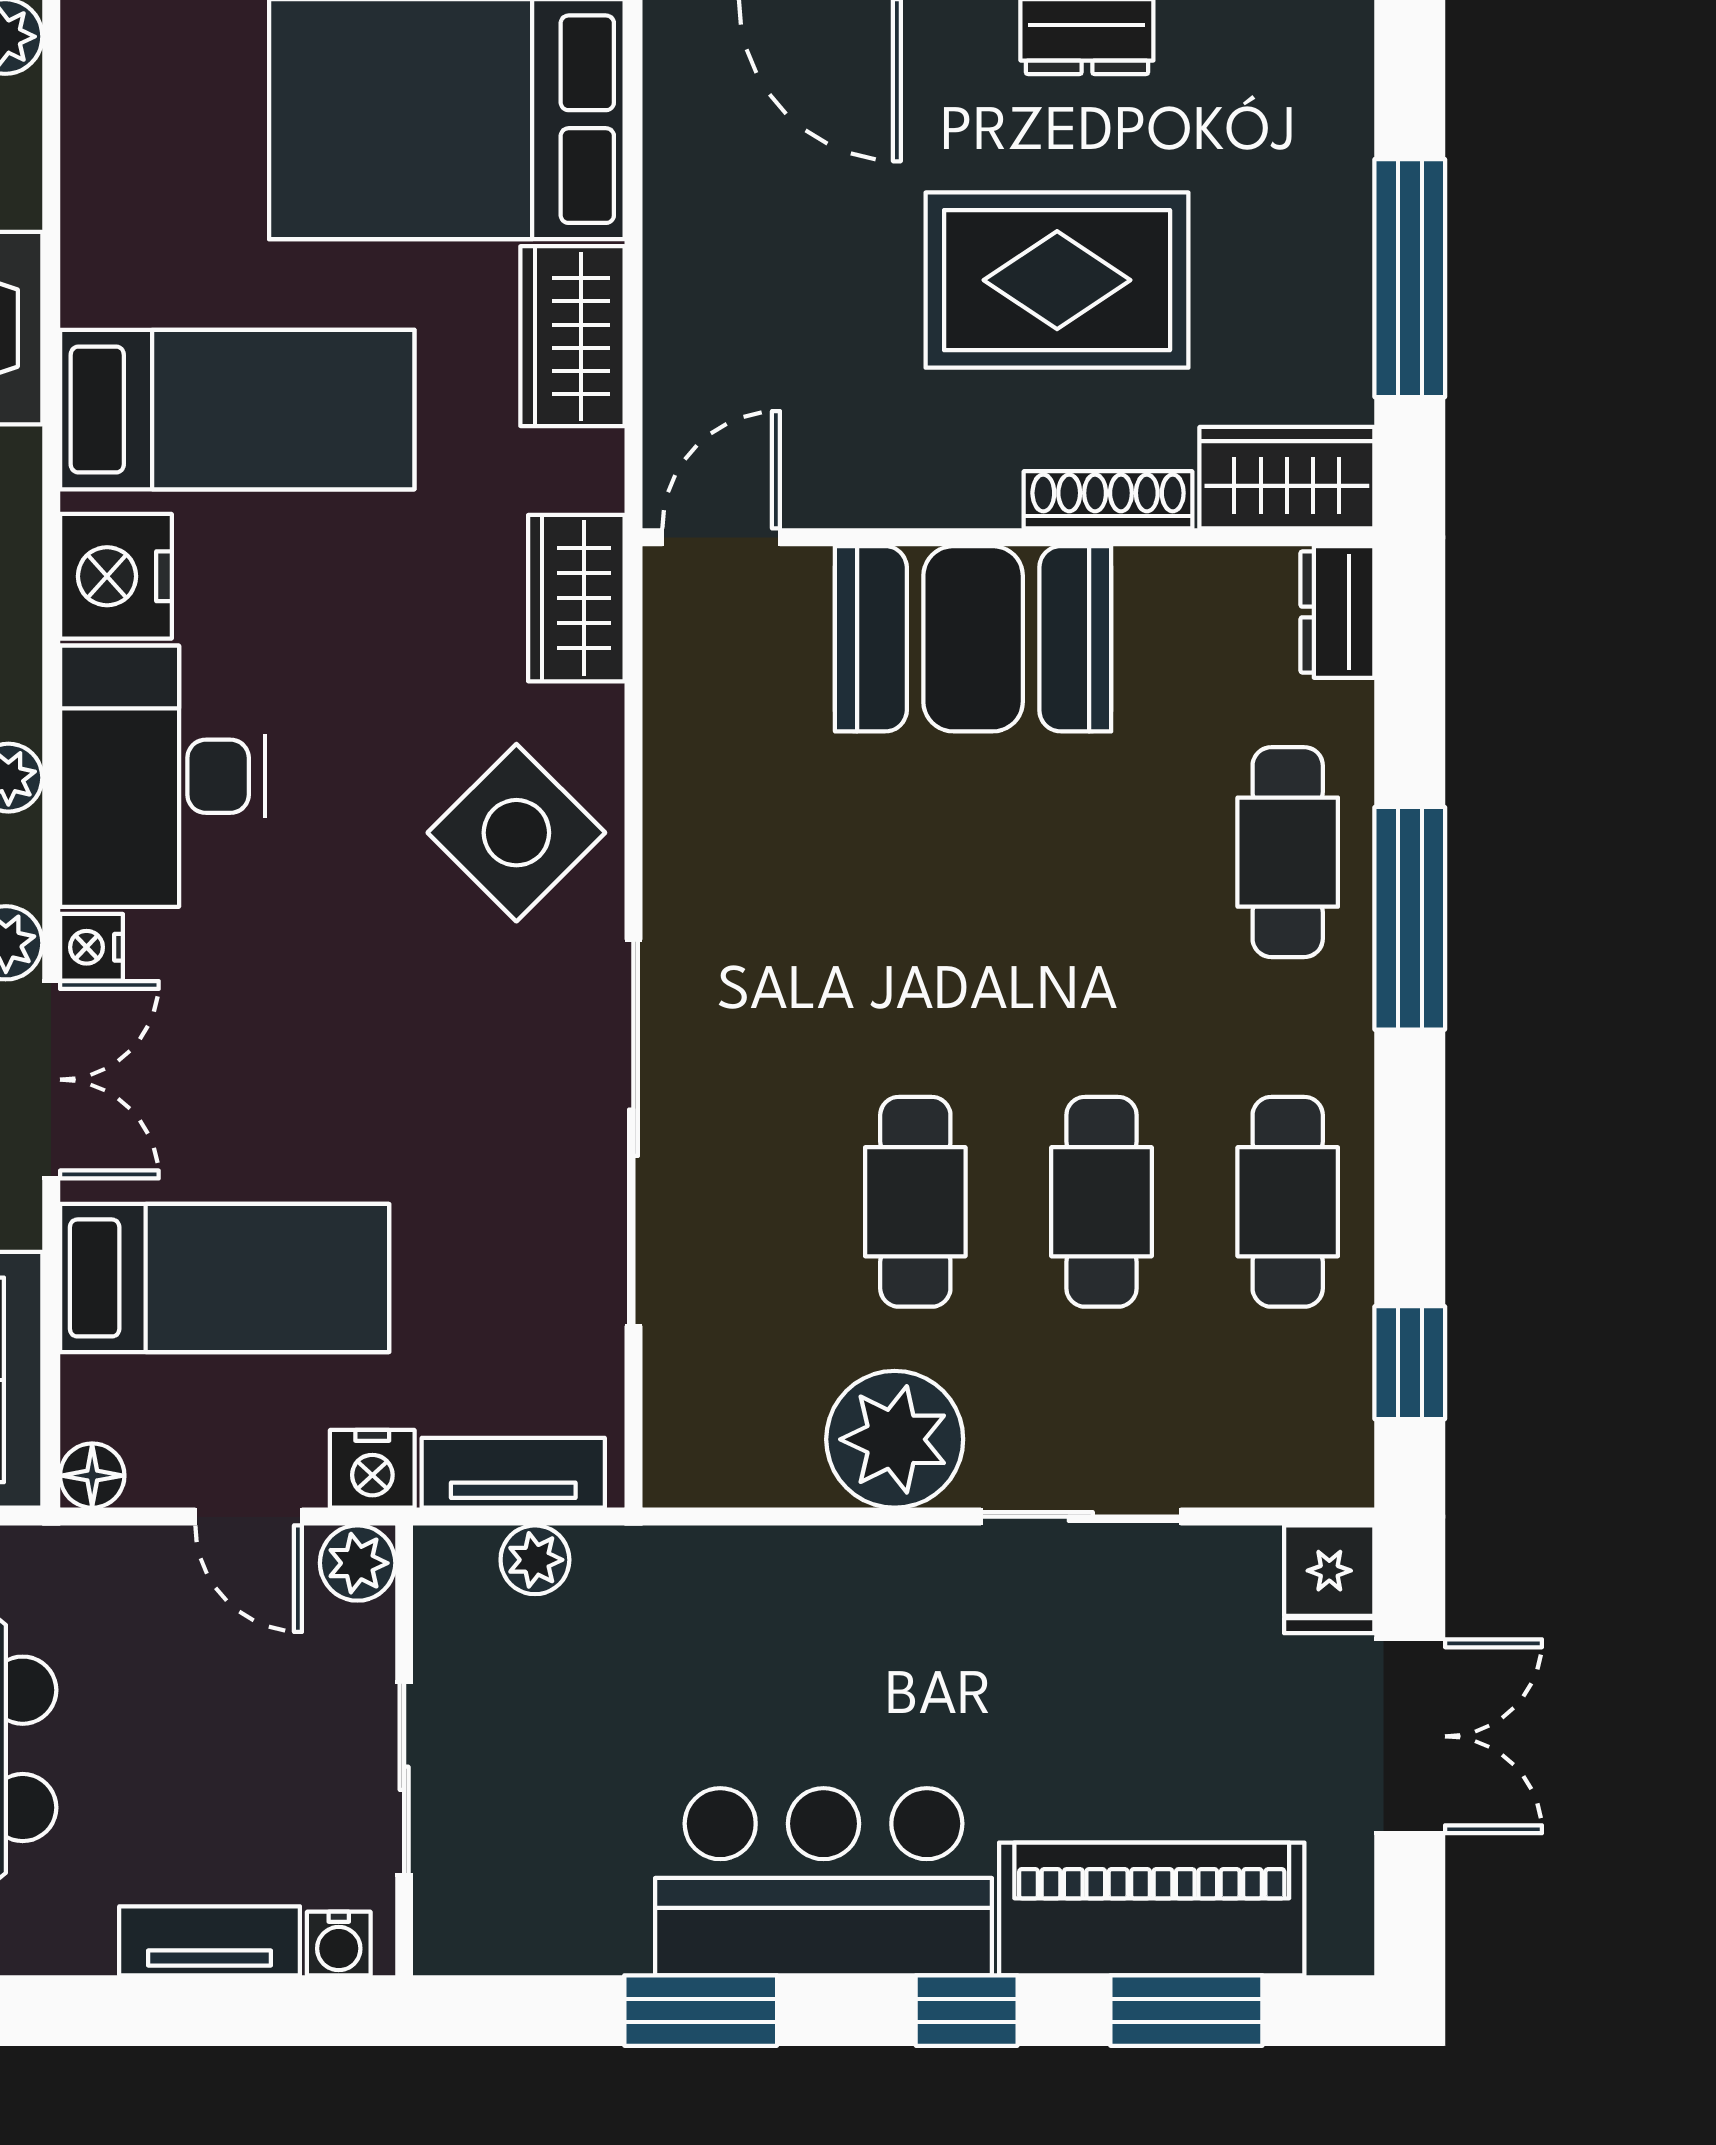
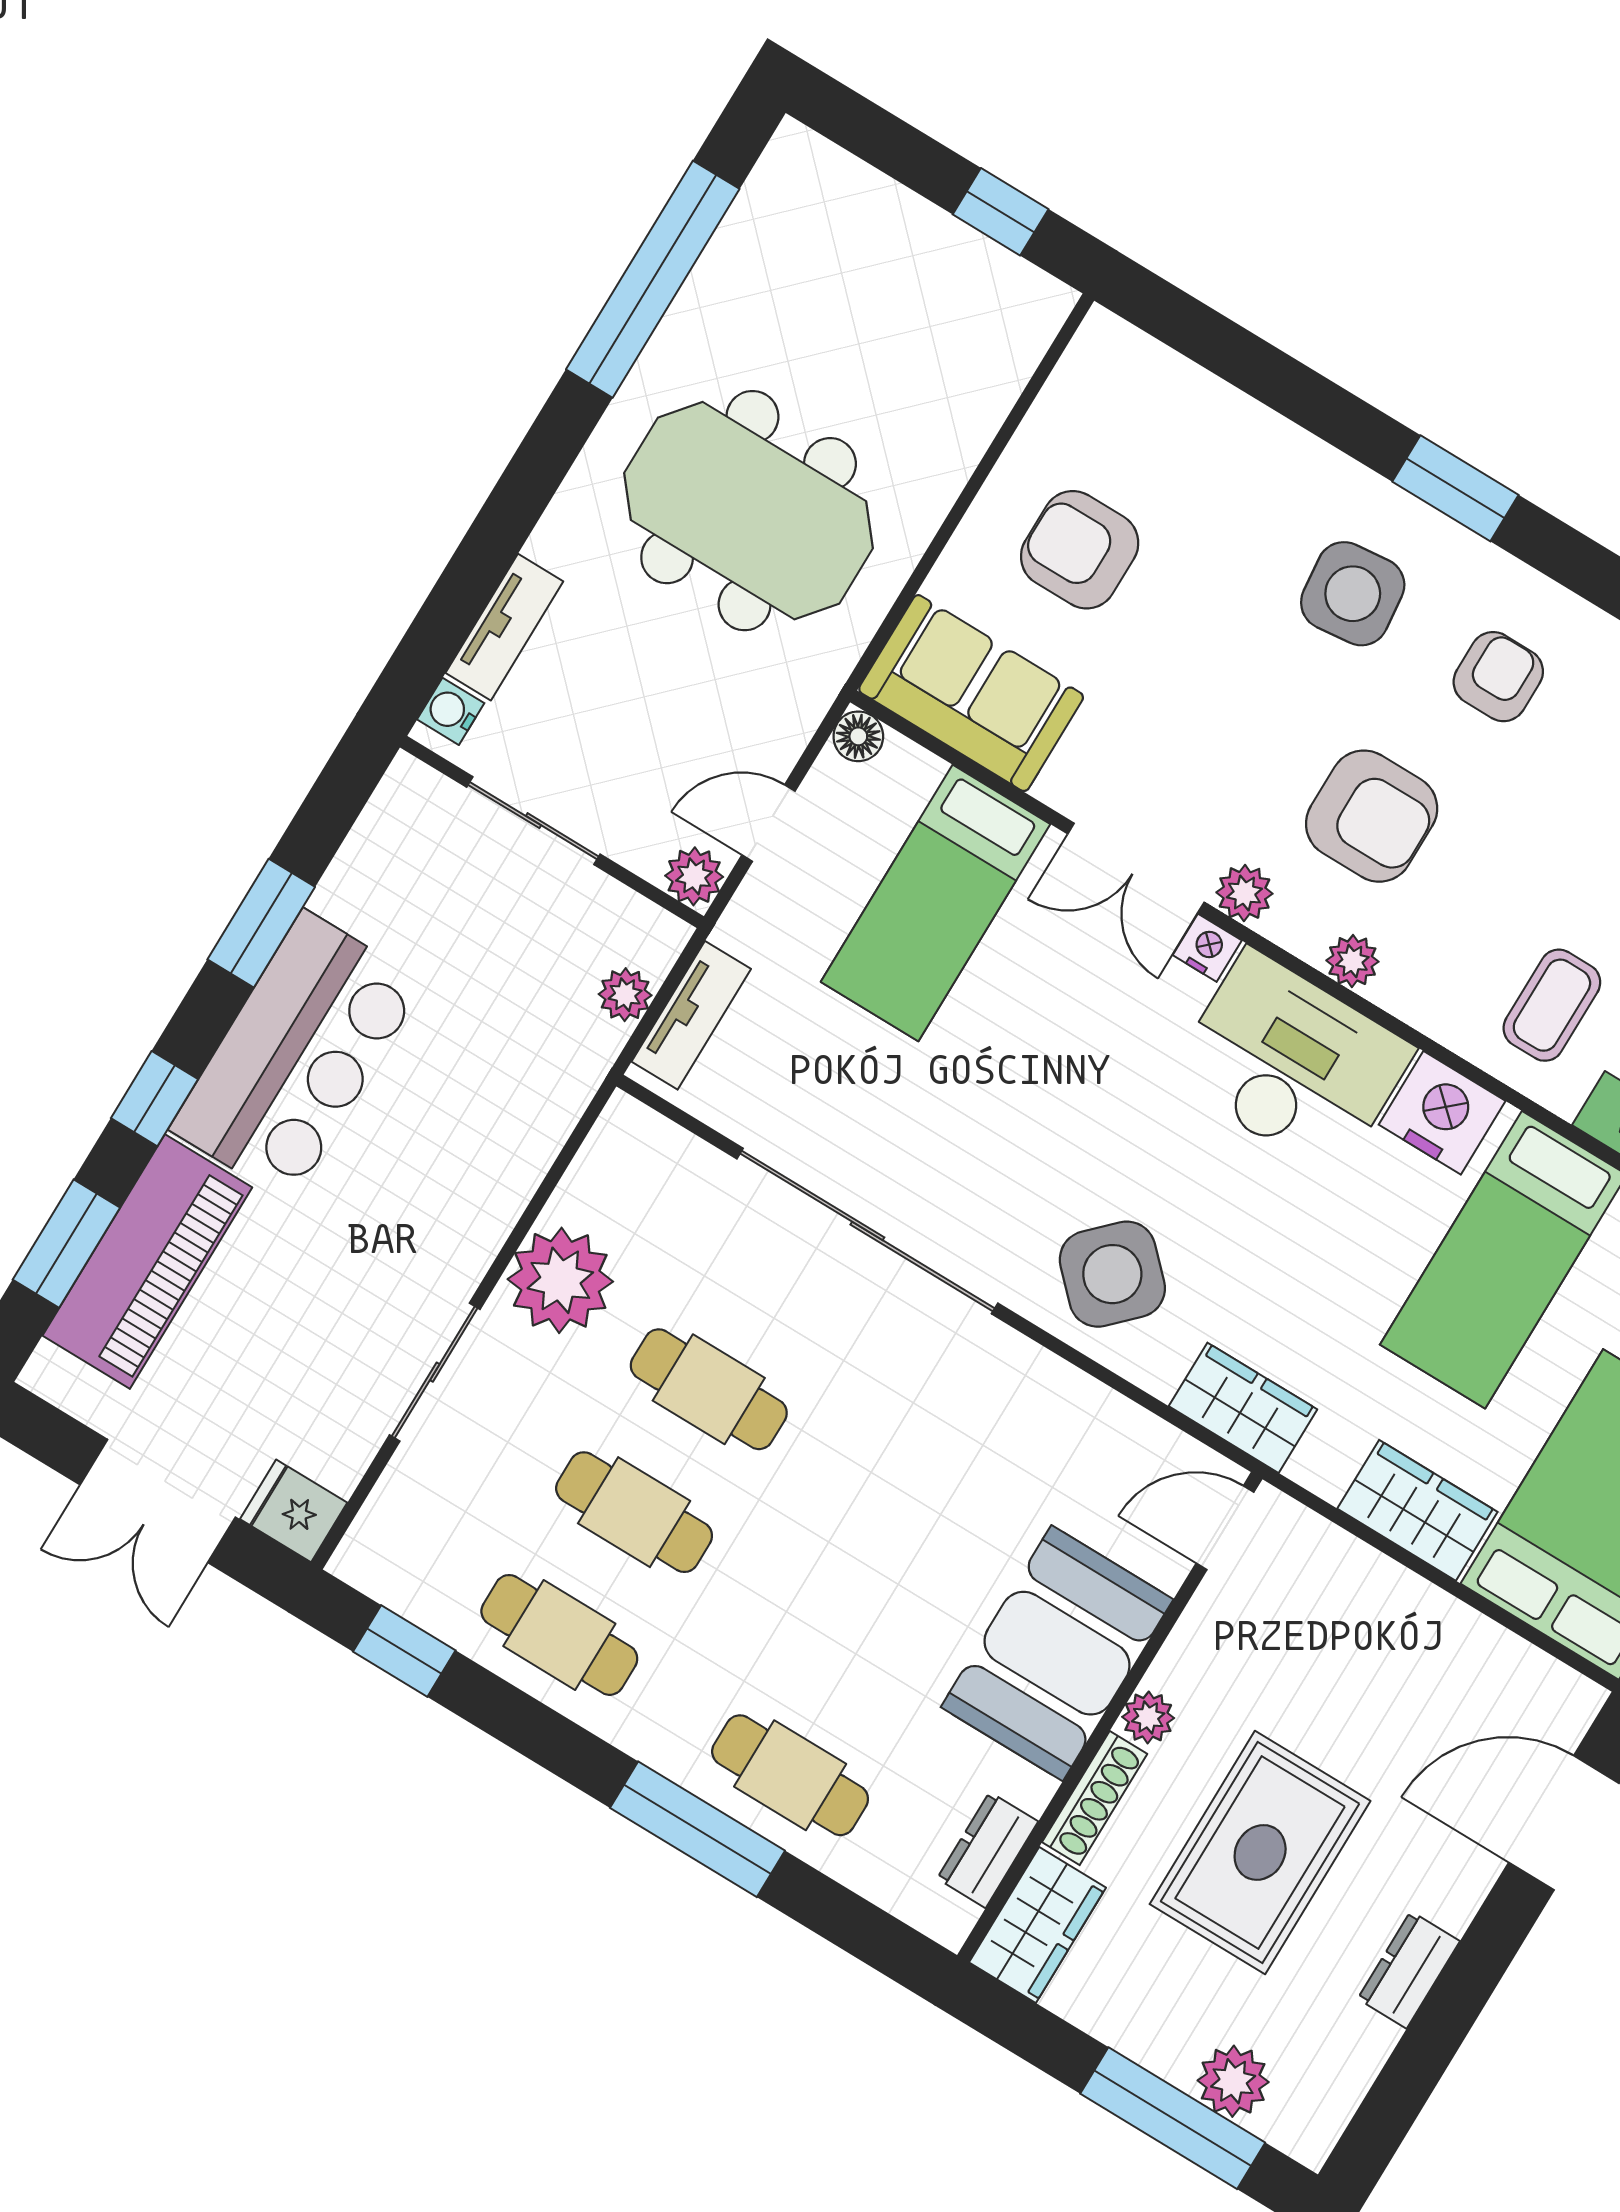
plant: (1328, 156) -> (1233, 2081), added
window: (1410, 278) -> (1173, 2118), moved
plant: (983, 495) -> (1148, 1717), added
door: (721, 537) -> (1225, 1528), swing flipped
dresser: (1337, 612) -> (988, 1850), moved, turned -90
nightstand: (372, 1469) -> (750, 924), removed

